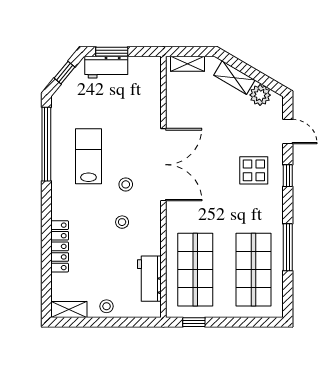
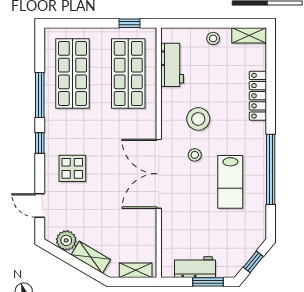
workbench: (106, 67) -> (195, 267), moved
window: (46, 144) -> (271, 169), moved
window: (288, 176) -> (40, 143), moved
stool: (122, 222) -> (198, 119), width x1.89, depth x1.89

